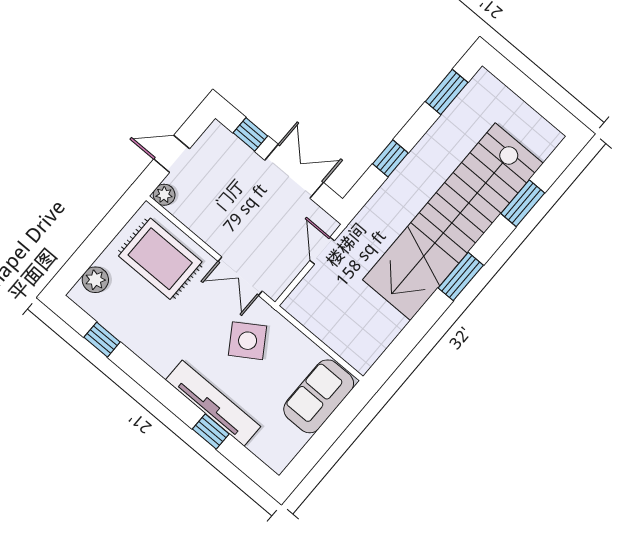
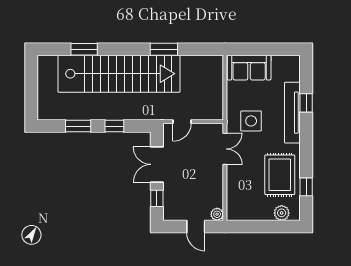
window: (447, 92) -> (78, 126), moved
rug: (160, 259) -> (280, 175), moved
window: (461, 277) -> (164, 49), moved
side table: (248, 341) -> (251, 121), turned 33

